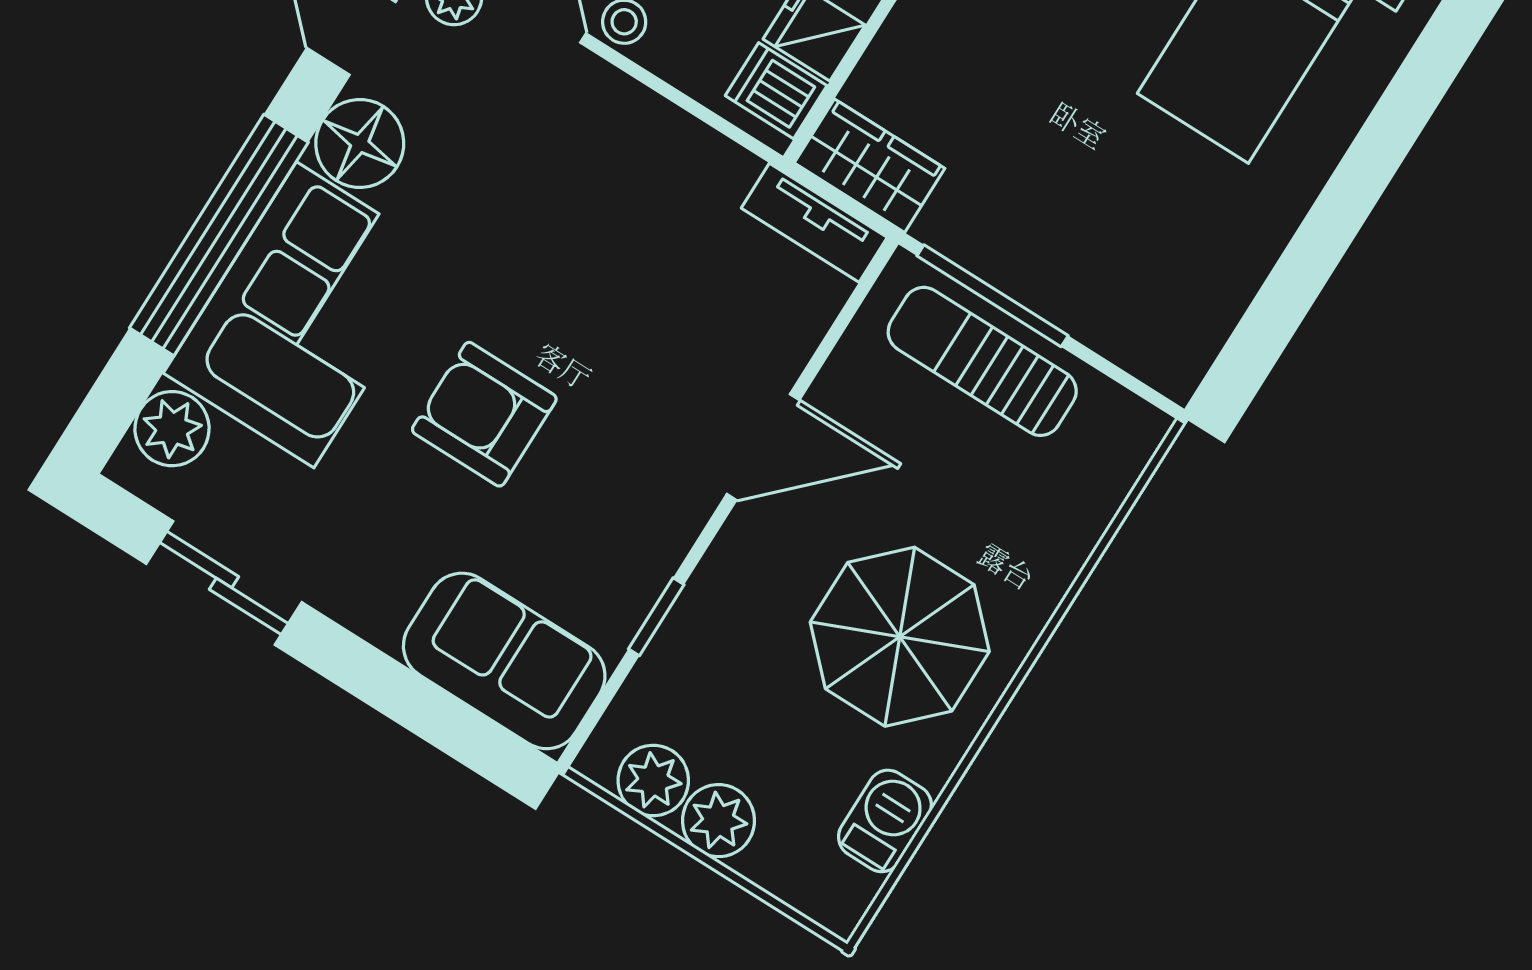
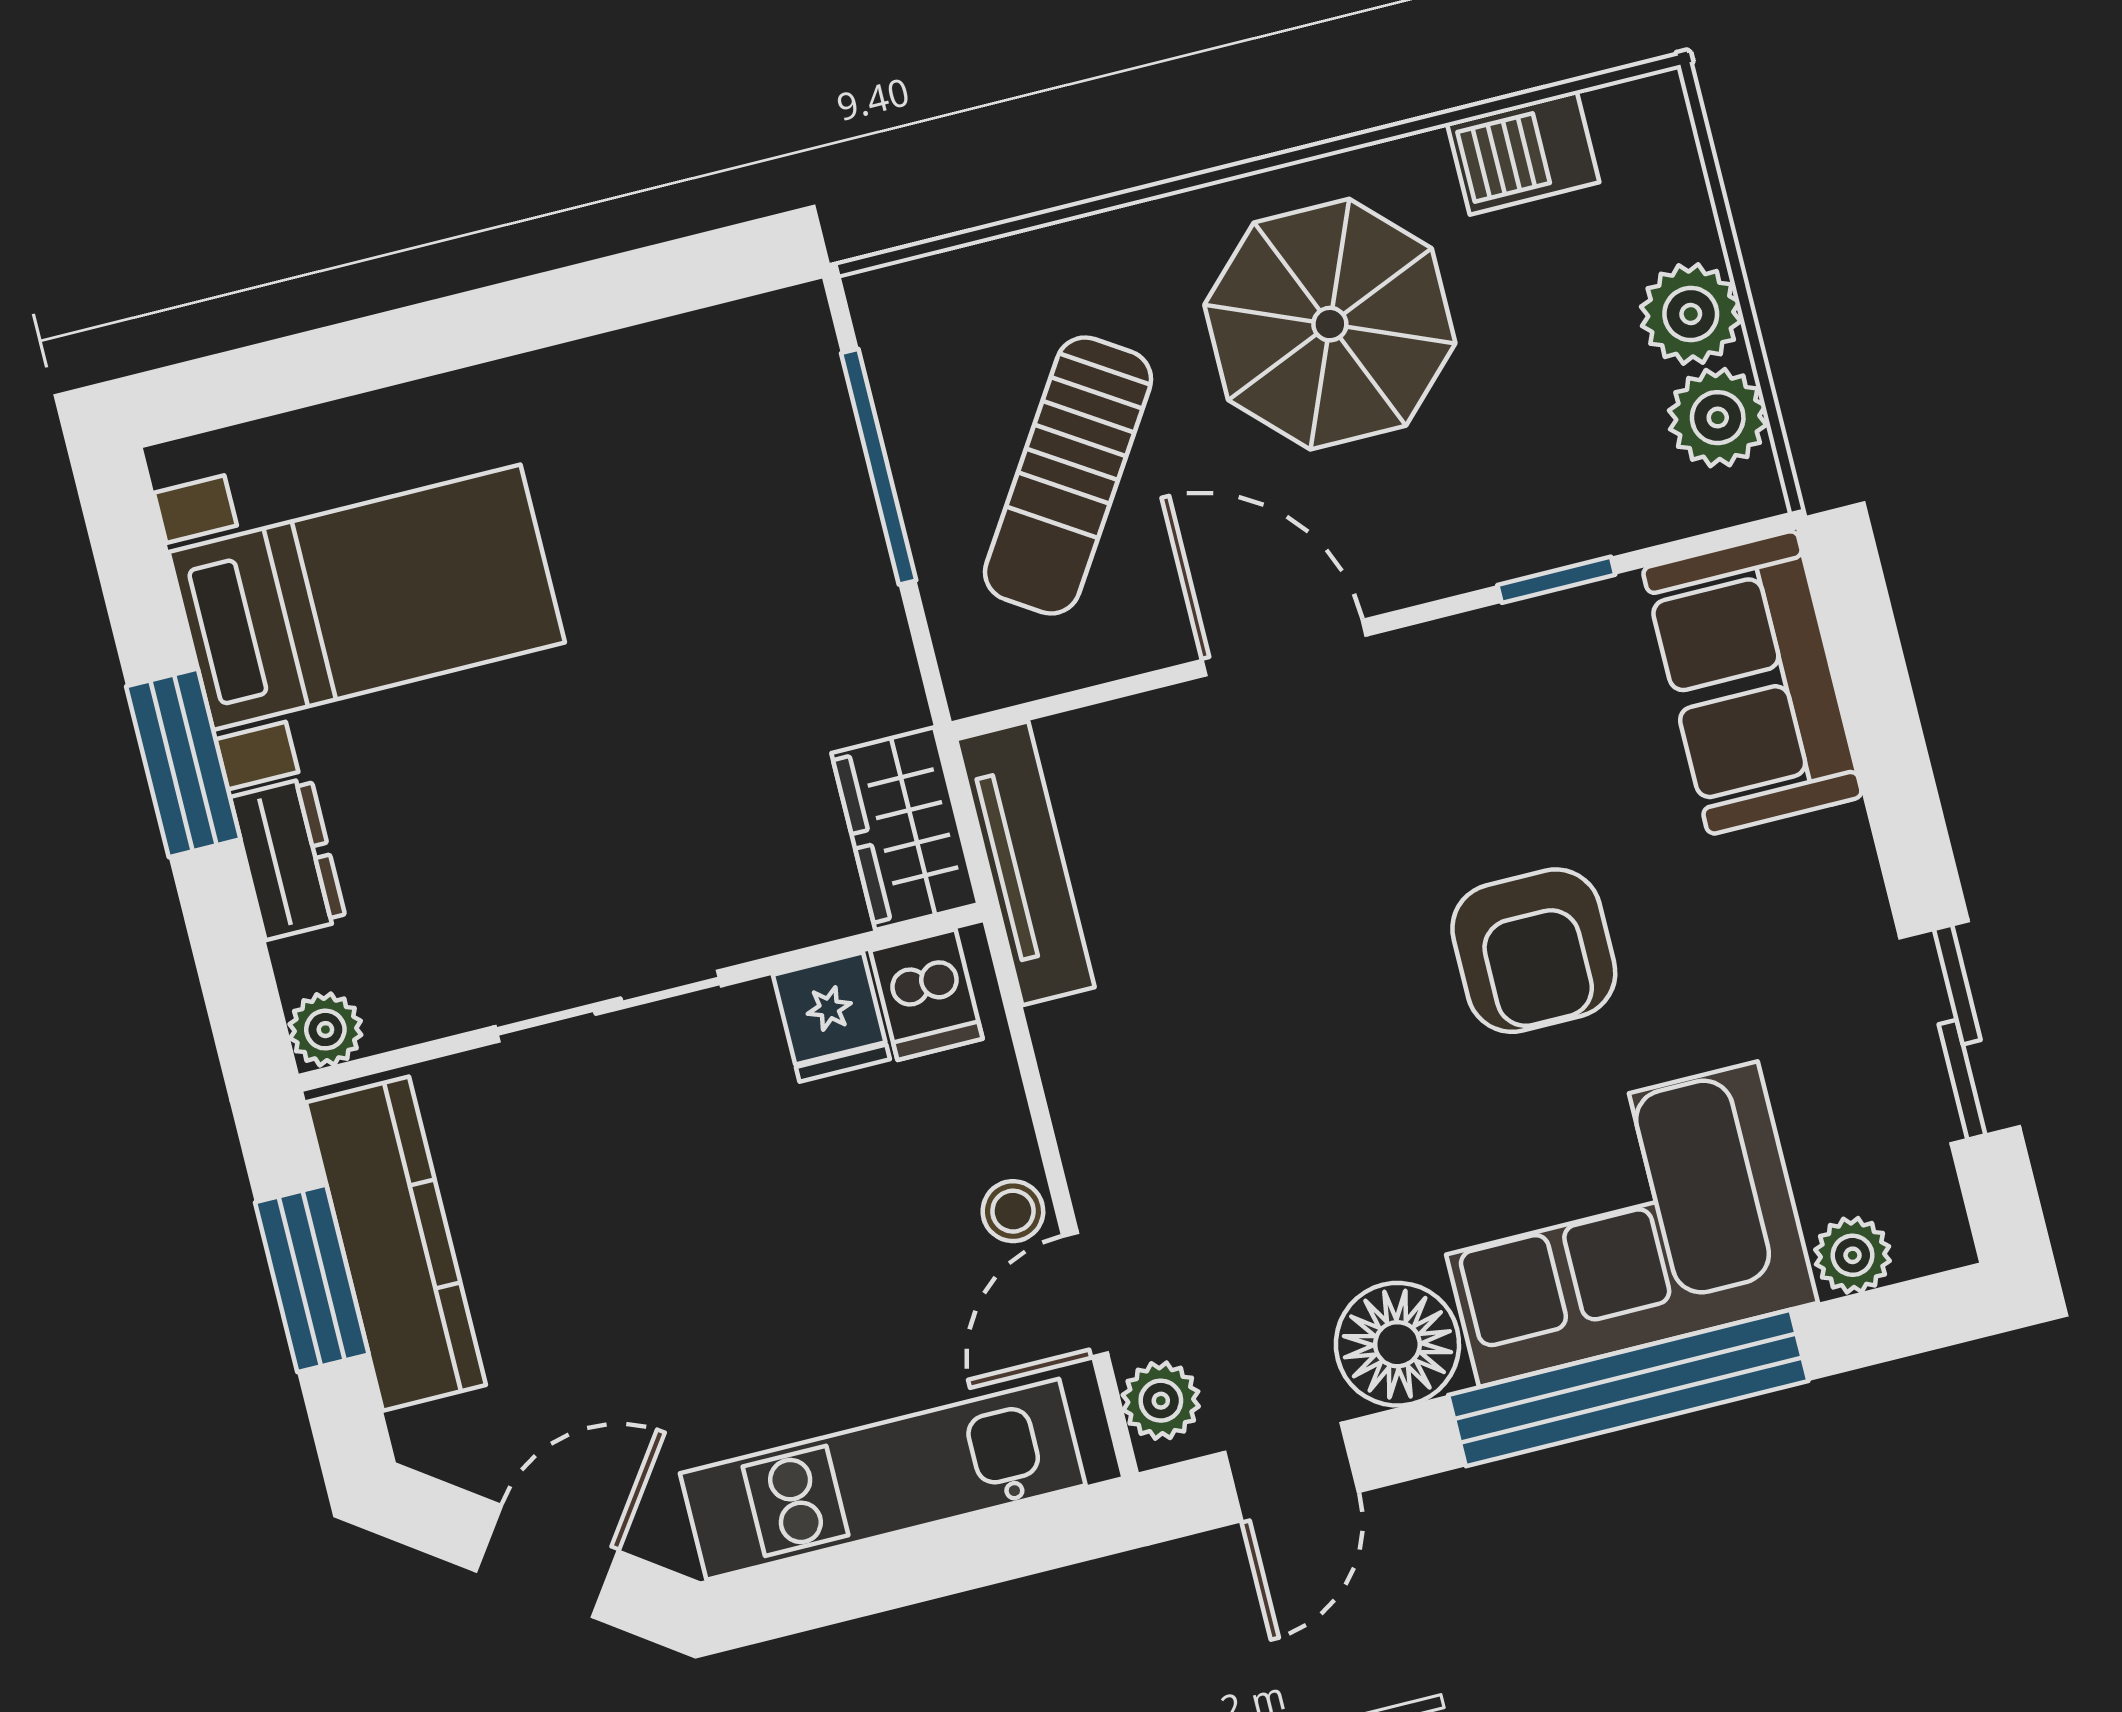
tv unit: (814, 223) -> (1025, 863), width x1.41
window: (993, 296) -> (879, 467), moved
sun lounger: (982, 361) -> (1068, 476), moved, turned 33
plant: (172, 429) -> (1853, 1255), width x0.73, depth x0.73

